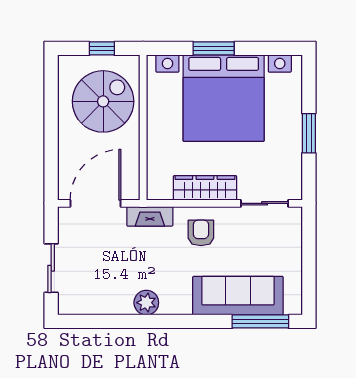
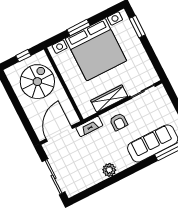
window: (309, 133) -> (137, 27), moved
armchair: (201, 233) -> (119, 122), turned 180
sliding door: (51, 268) -> (54, 177), width x1.37

